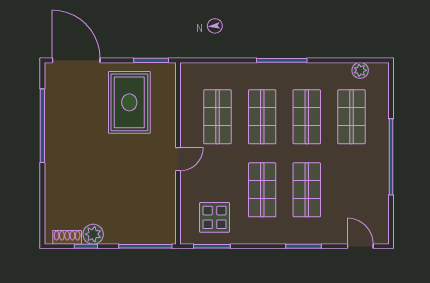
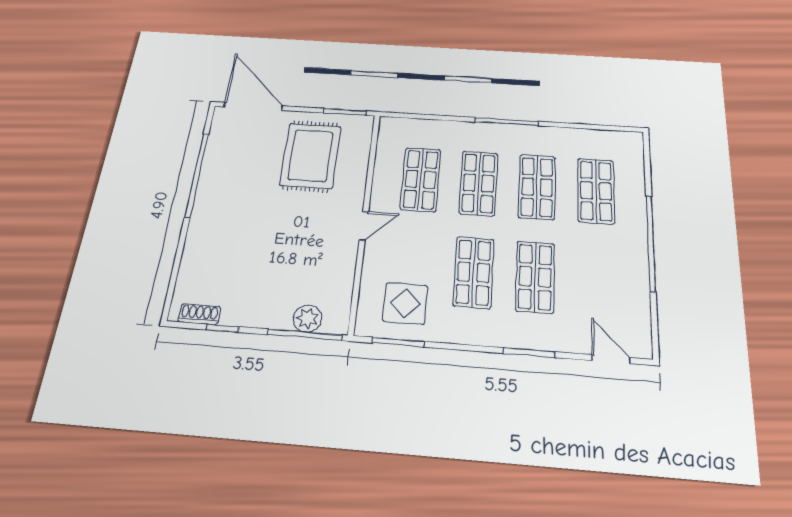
plant: (360, 70) -> (606, 139), removed
plant: (93, 234) -> (307, 318), moved

